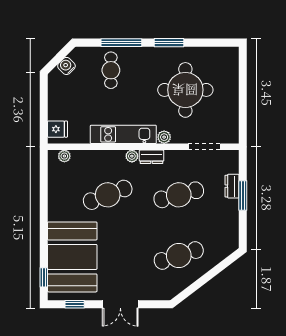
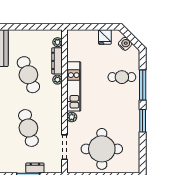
round table: (185, 90) -> (102, 149), moved
fridge: (57, 129) -> (105, 37), moved
plant: (132, 156) -> (57, 80), moved
dresser: (152, 157) -> (57, 61), moved, width x1.44

